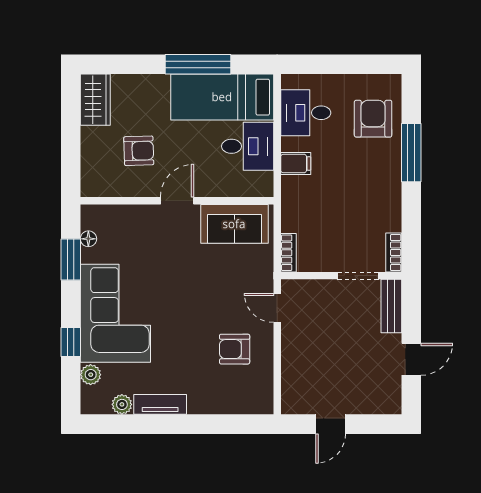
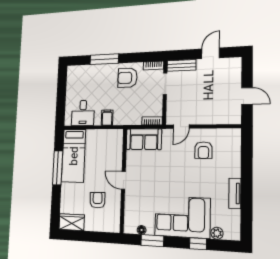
armchair: (373, 119) -> (127, 78), moved
desk: (248, 146) -> (98, 143), removed
sofa: (234, 224) -> (144, 139), moved, turned 90
door: (411, 359) -> (210, 53), hinge flipped
plant: (122, 404) -> (235, 216), removed

